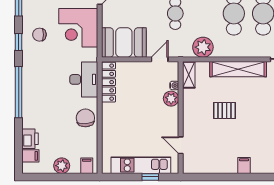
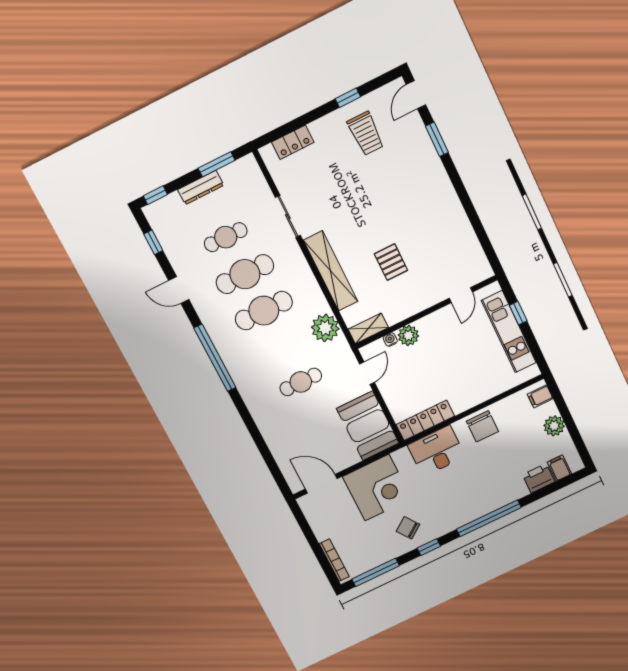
chair: (39, 35) -> (408, 528), turned 143
door: (160, 59) -> (367, 373), swing flipped
chair: (85, 118) -> (482, 426), turned -86
filing cabinet: (244, 165) -> (449, 203), removed

